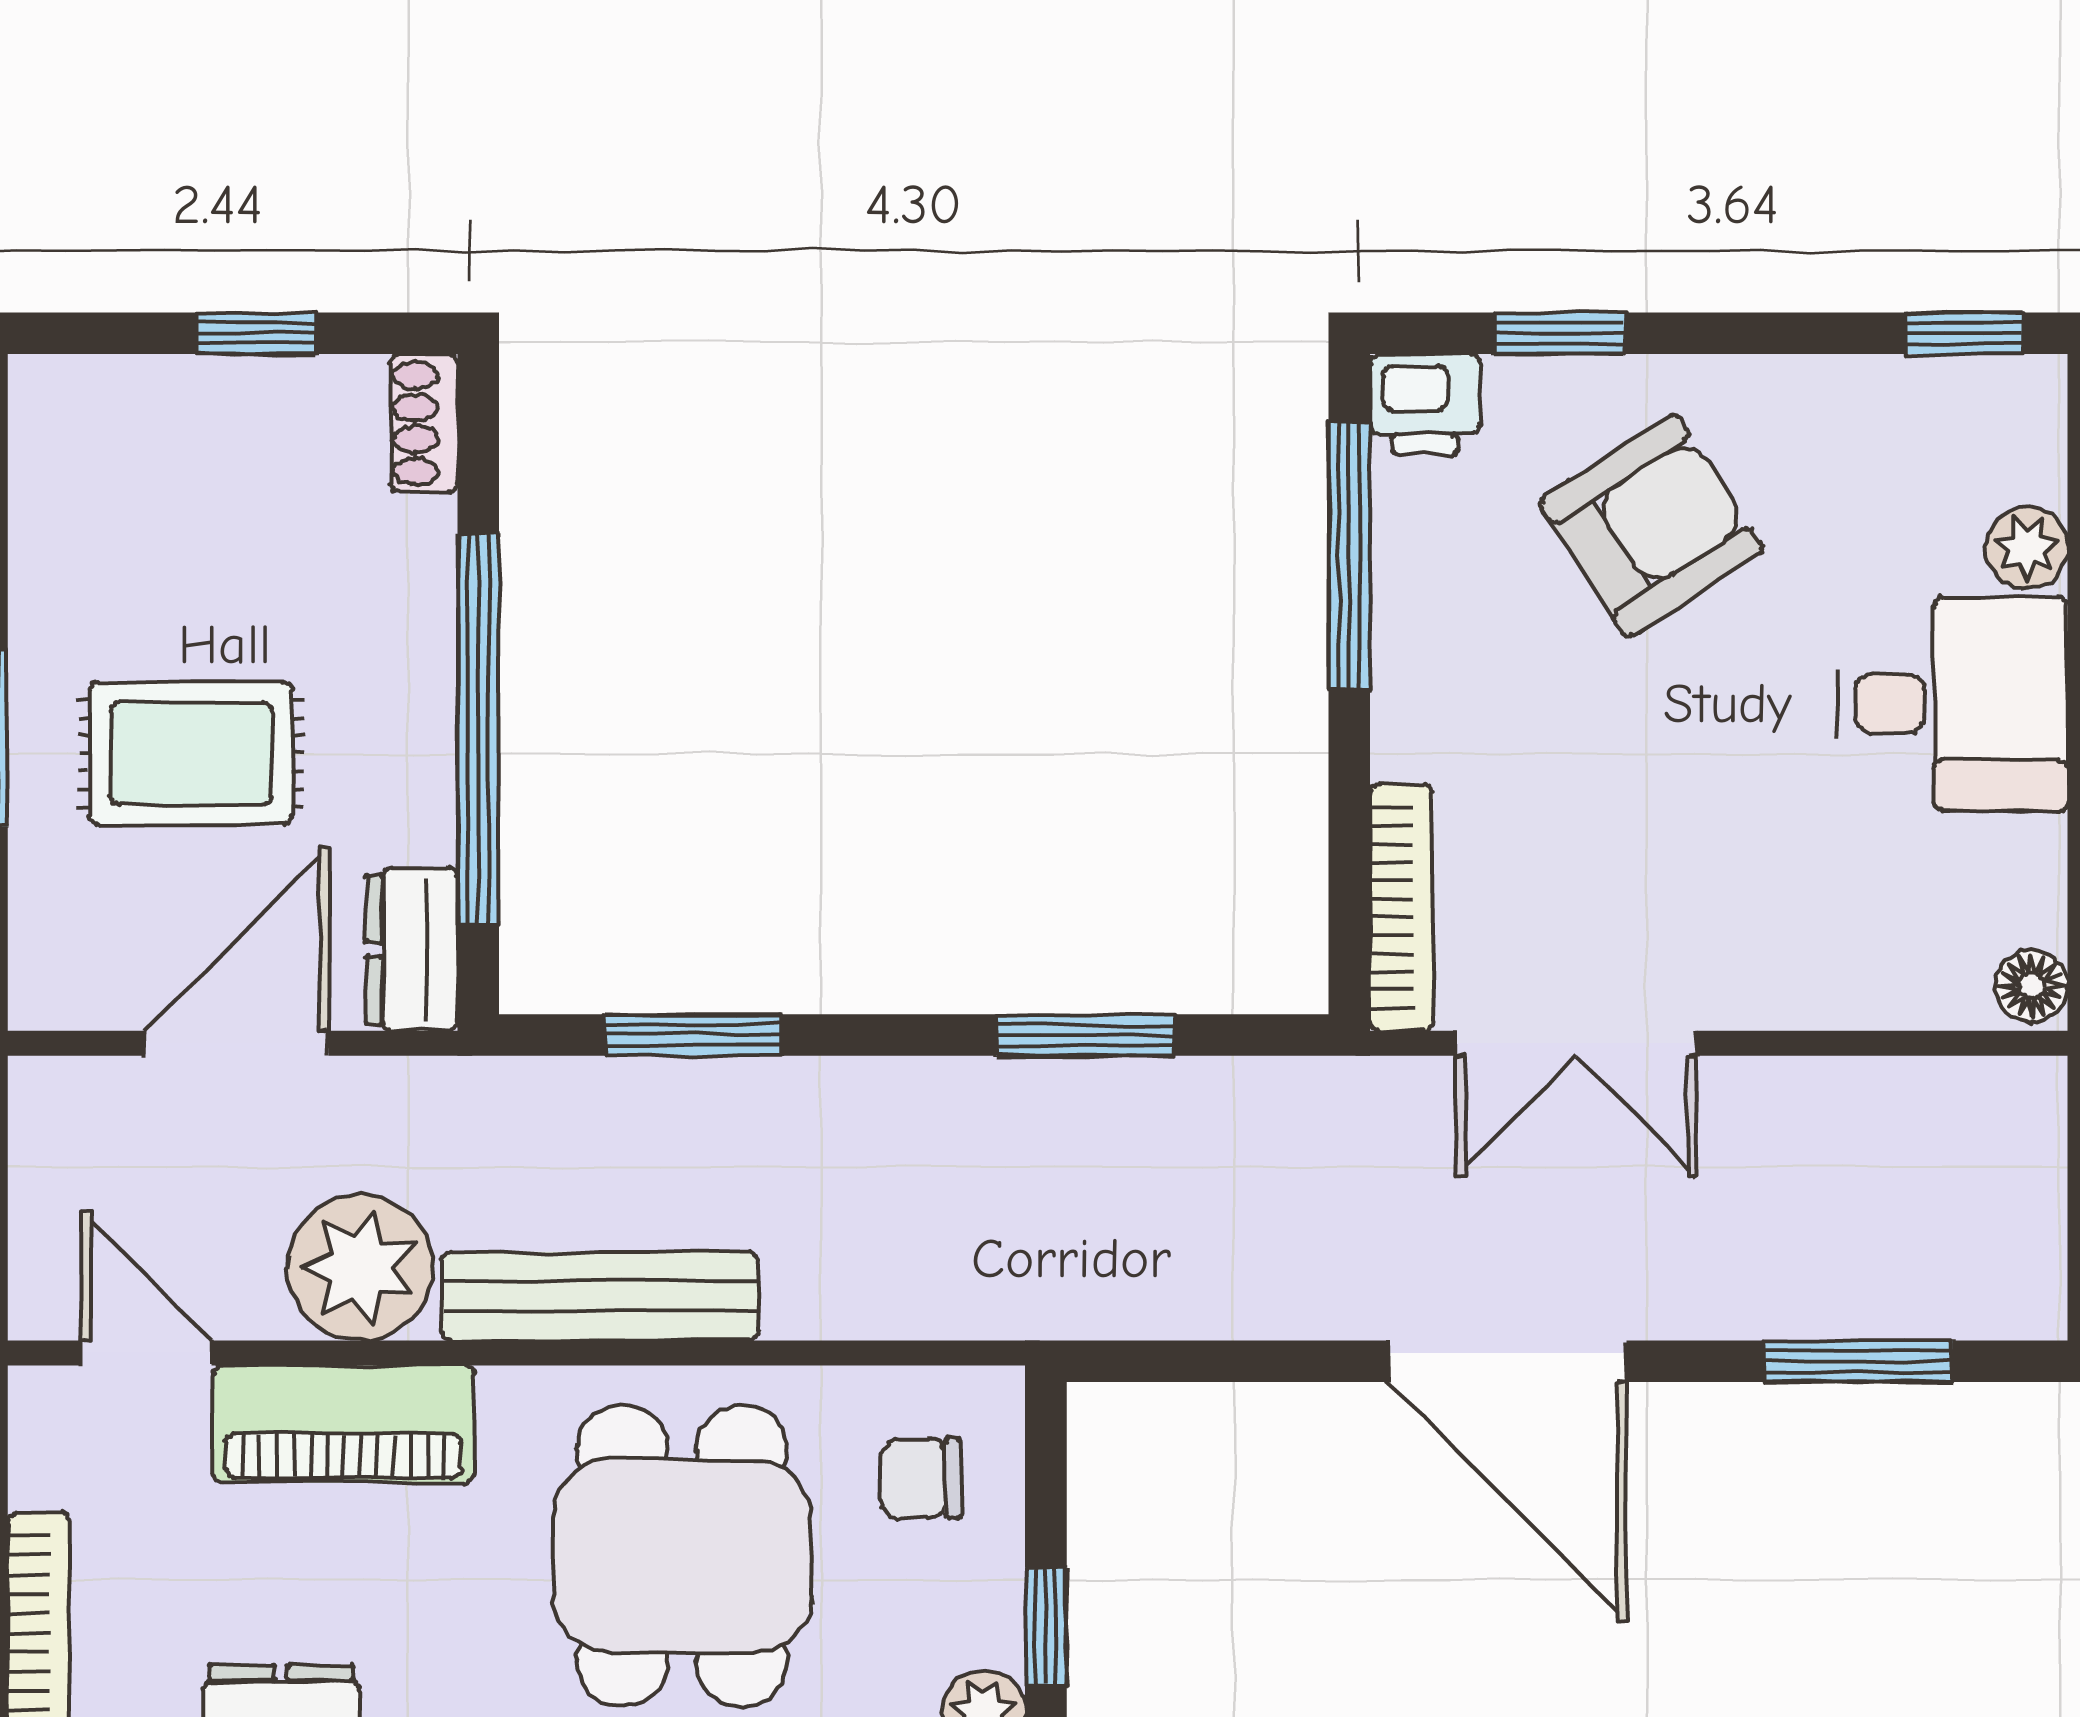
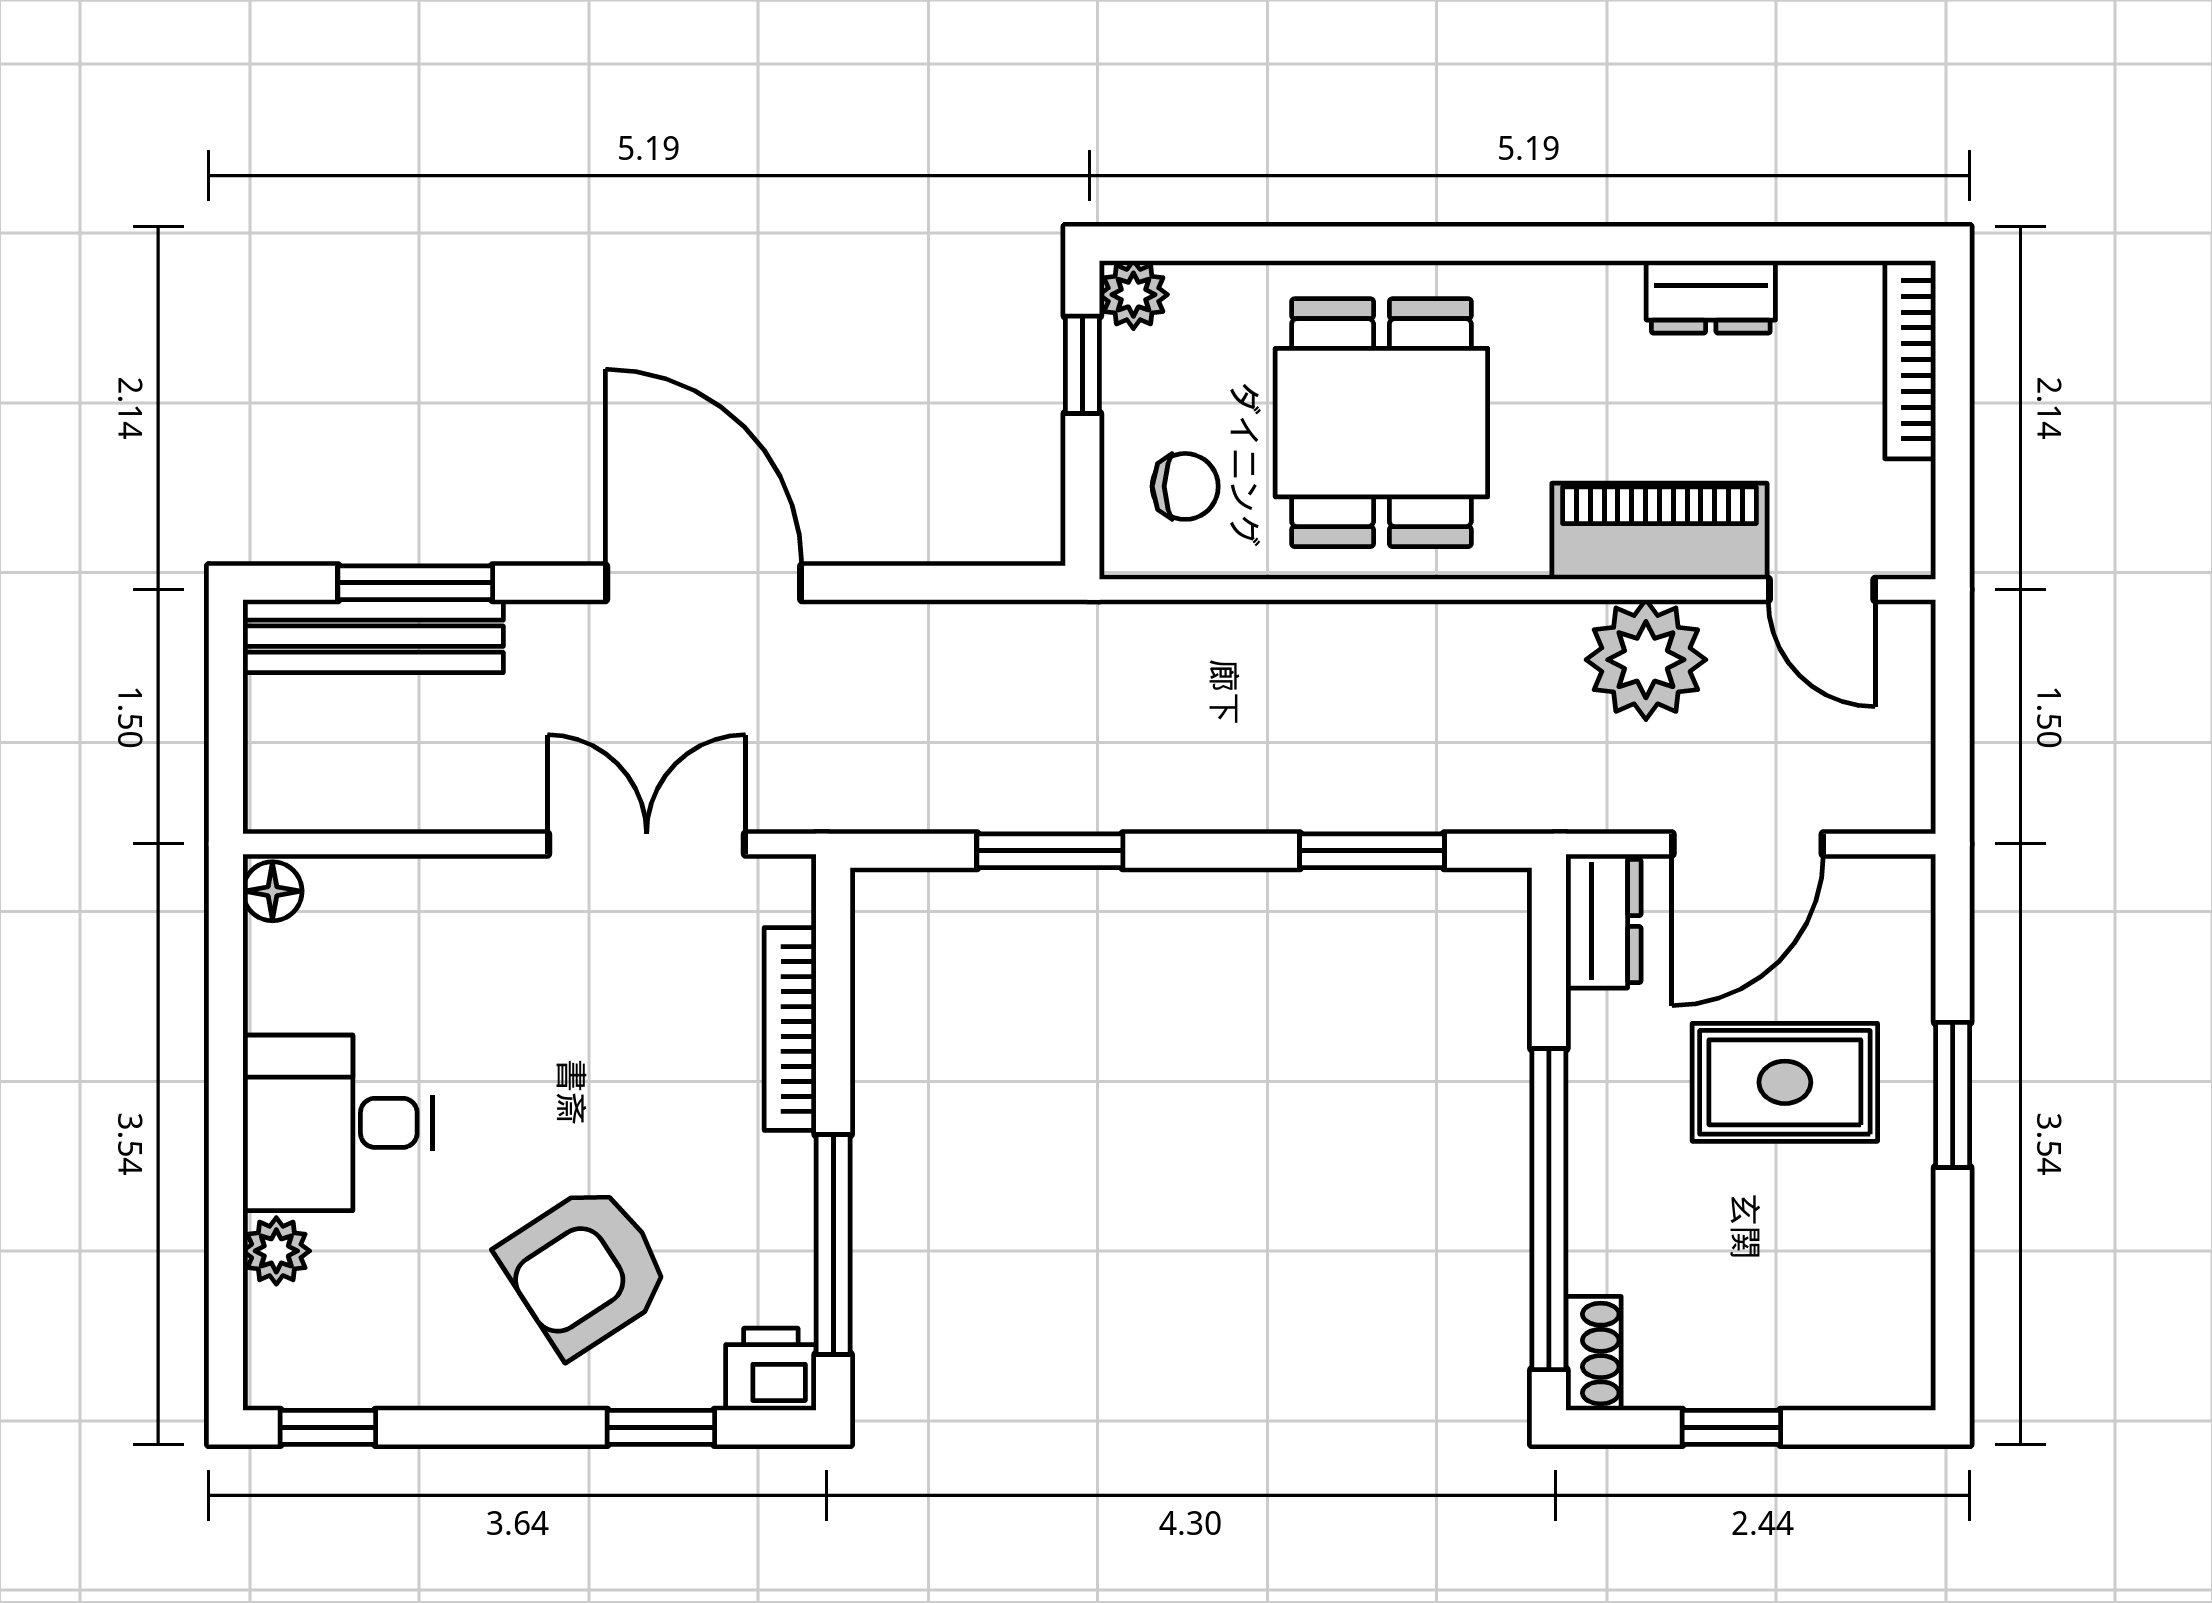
window: (478, 729) -> (1549, 1209), moved
bookcase: (1402, 908) -> (790, 1029), moved
bench: (600, 1296) -> (373, 636), moved

